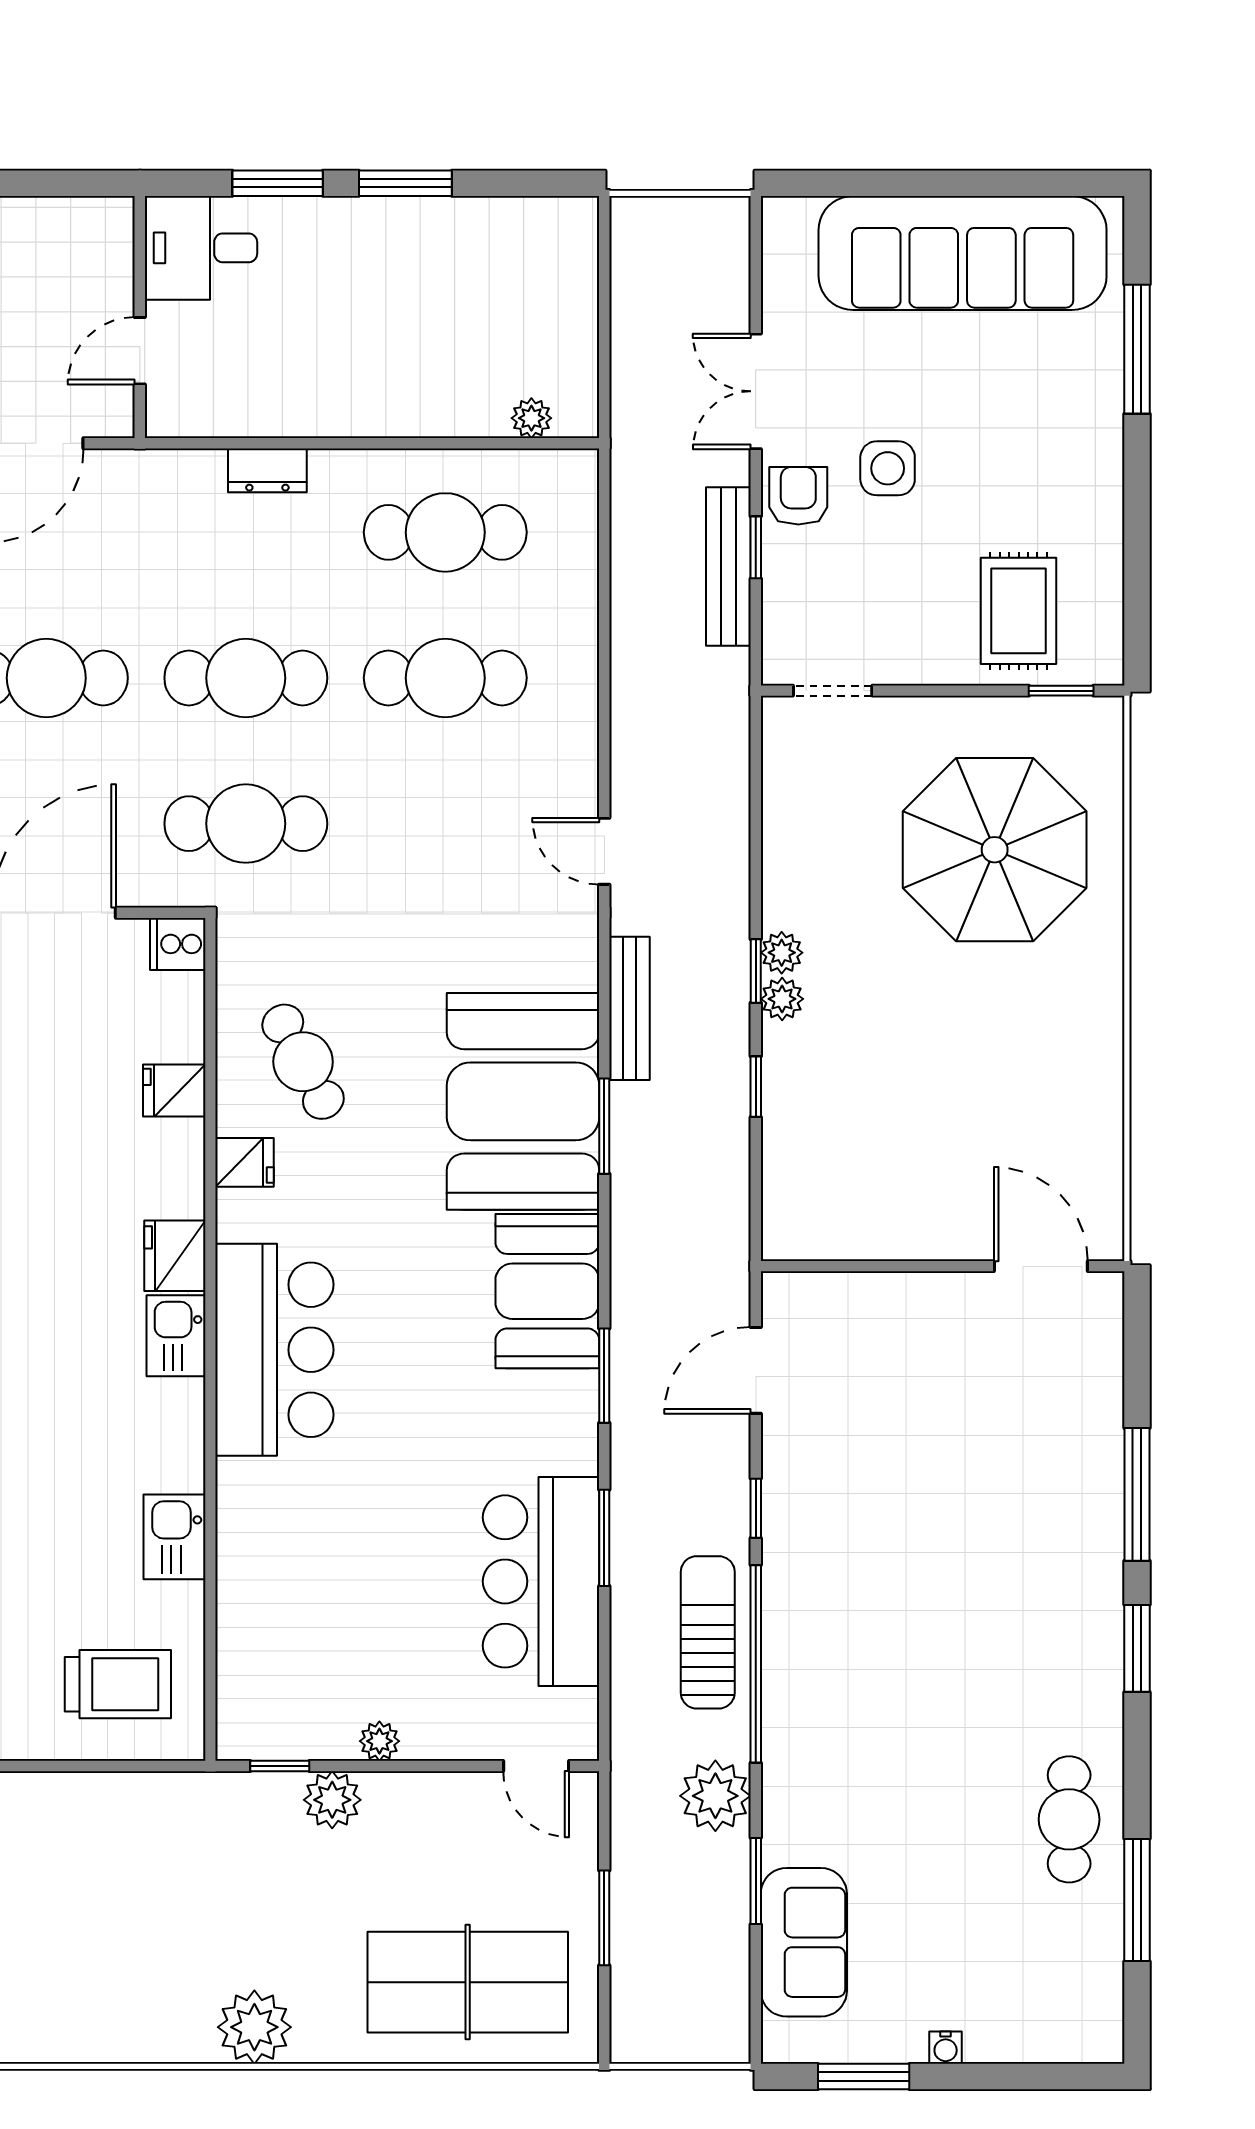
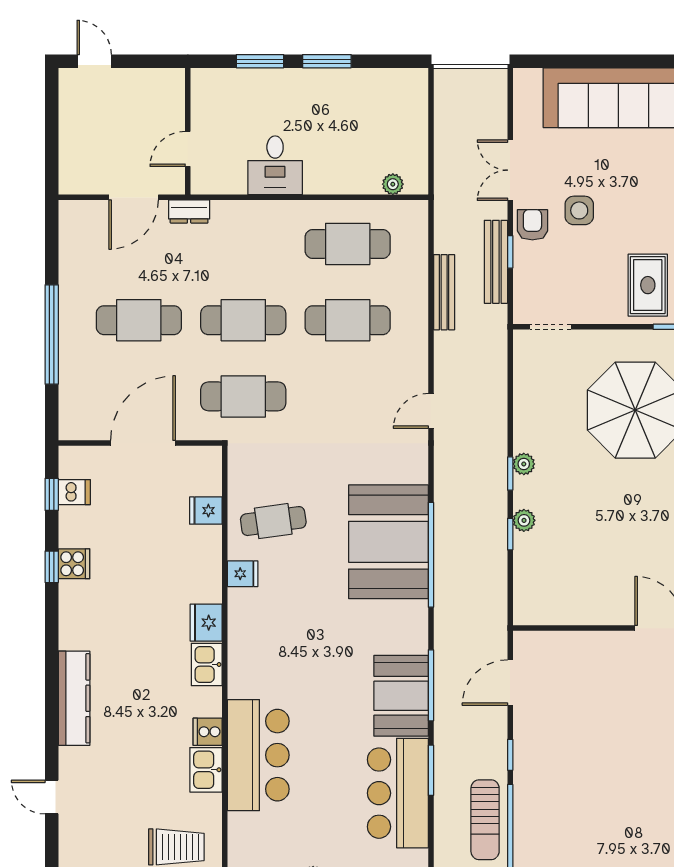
desk: (201, 248) -> (275, 165), moved, turned -90
dresser: (267, 470) -> (189, 212), moved
door: (604, 851) -> (431, 411), hinge flipped
cooker: (178, 944) -> (208, 732), moved
plant: (782, 999) -> (524, 520), moved
bench: (629, 1008) -> (444, 292), moved
cafe table: (303, 1062) -> (273, 521), turned -70
fridge: (174, 1090) -> (206, 511), moved
window: (604, 1126) -> (431, 555), width x2.11
booth: (547, 1291) -> (401, 696), moved
bar counter: (274, 1350) -> (258, 755), moved
window: (604, 1376) -> (431, 685), width x1.44
sun lounger: (708, 1632) -> (485, 820), turned 180

